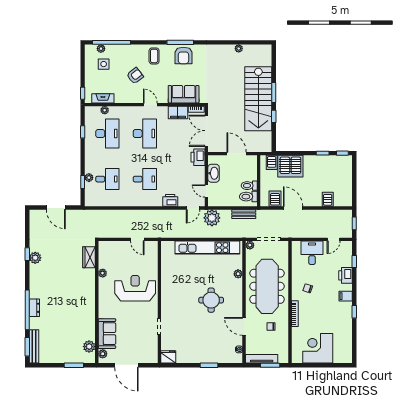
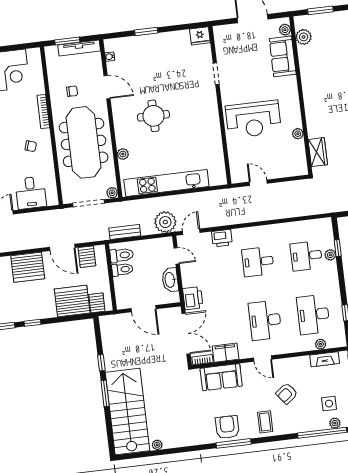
stairs: (258, 99) -> (127, 411), moved
server rack: (328, 199) -> (28, 267), width x2.18, depth x1.44

